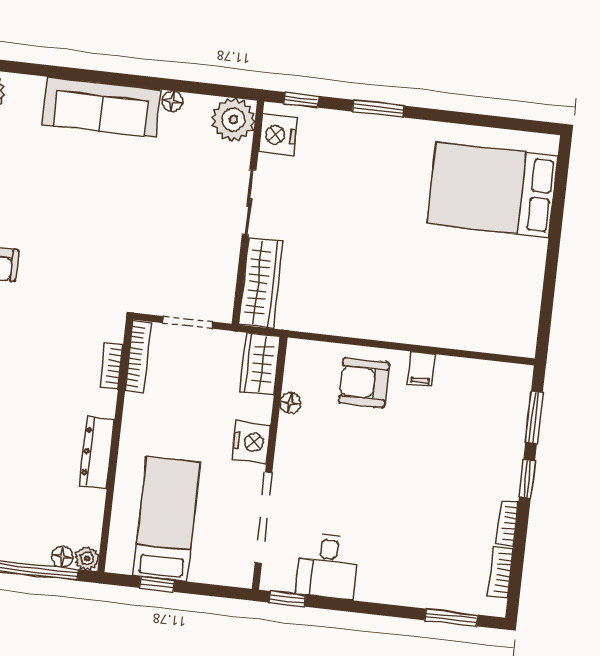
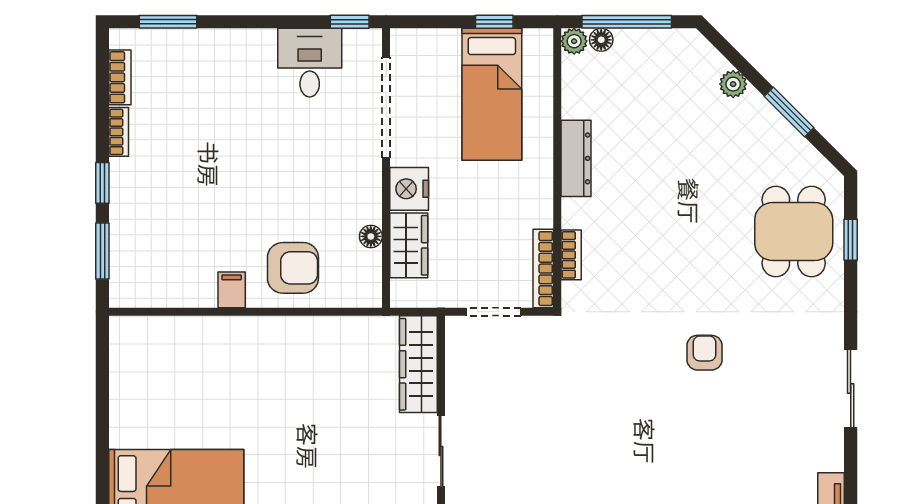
wardrobe: (260, 364) -> (409, 245), moved

